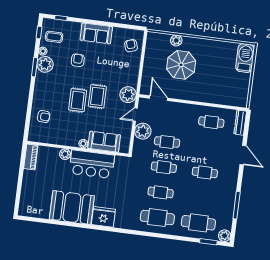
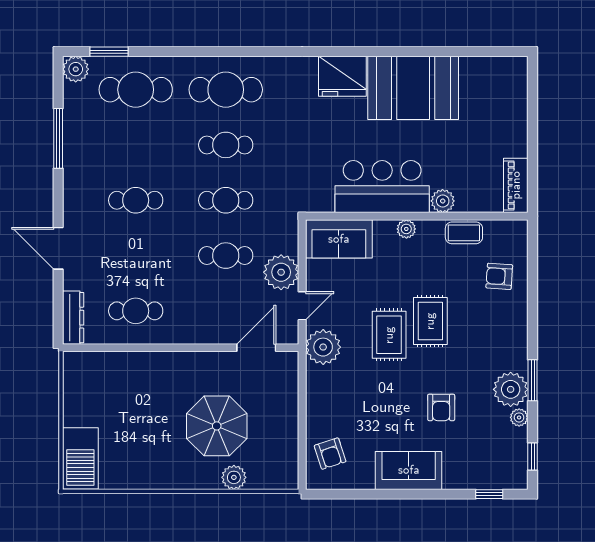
coffee table: (54, 37) -> (464, 233), moved
door: (159, 98) -> (256, 348), swing flipped
sofa: (104, 142) -> (339, 239), moved

